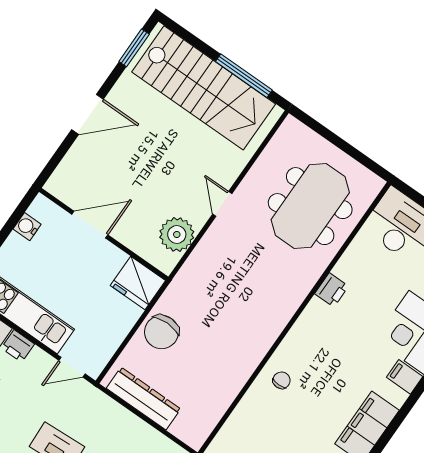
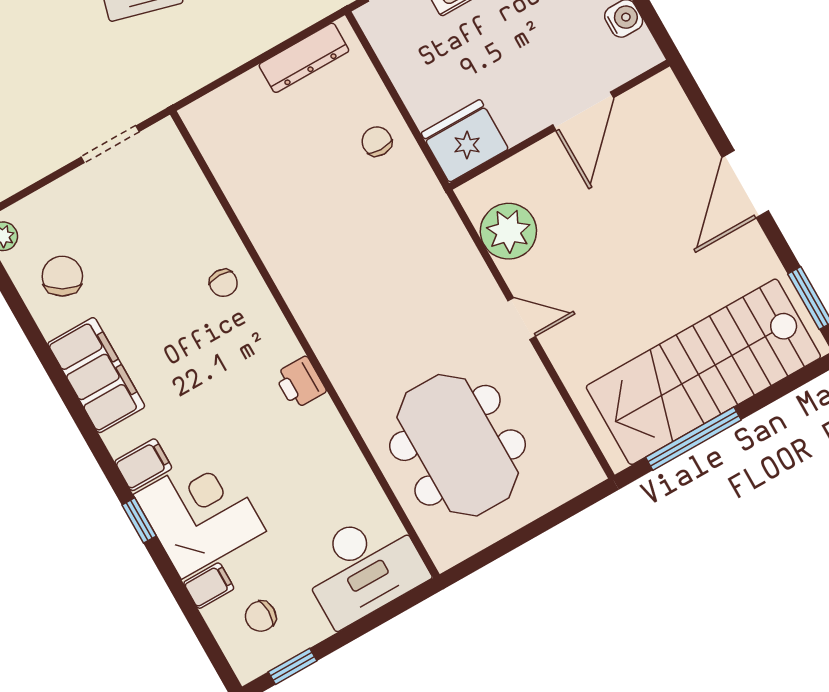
printer: (332, 290) -> (300, 383), moved
chair: (162, 332) -> (377, 141), width x0.54, depth x0.54
dresser: (144, 399) -> (304, 58), width x0.73, depth x0.80

